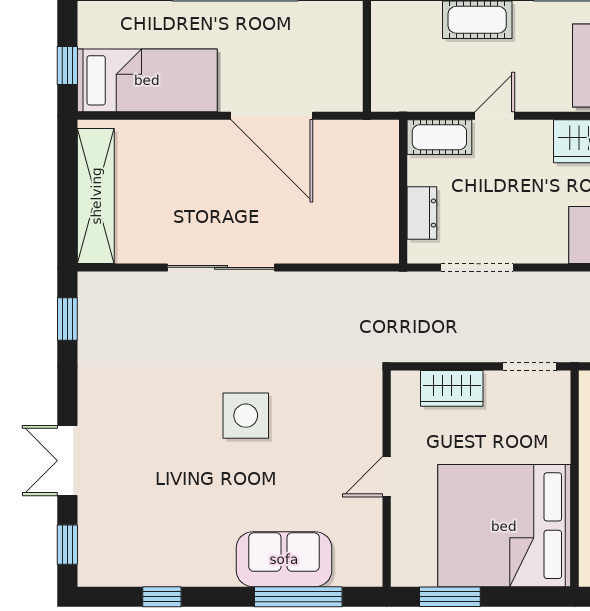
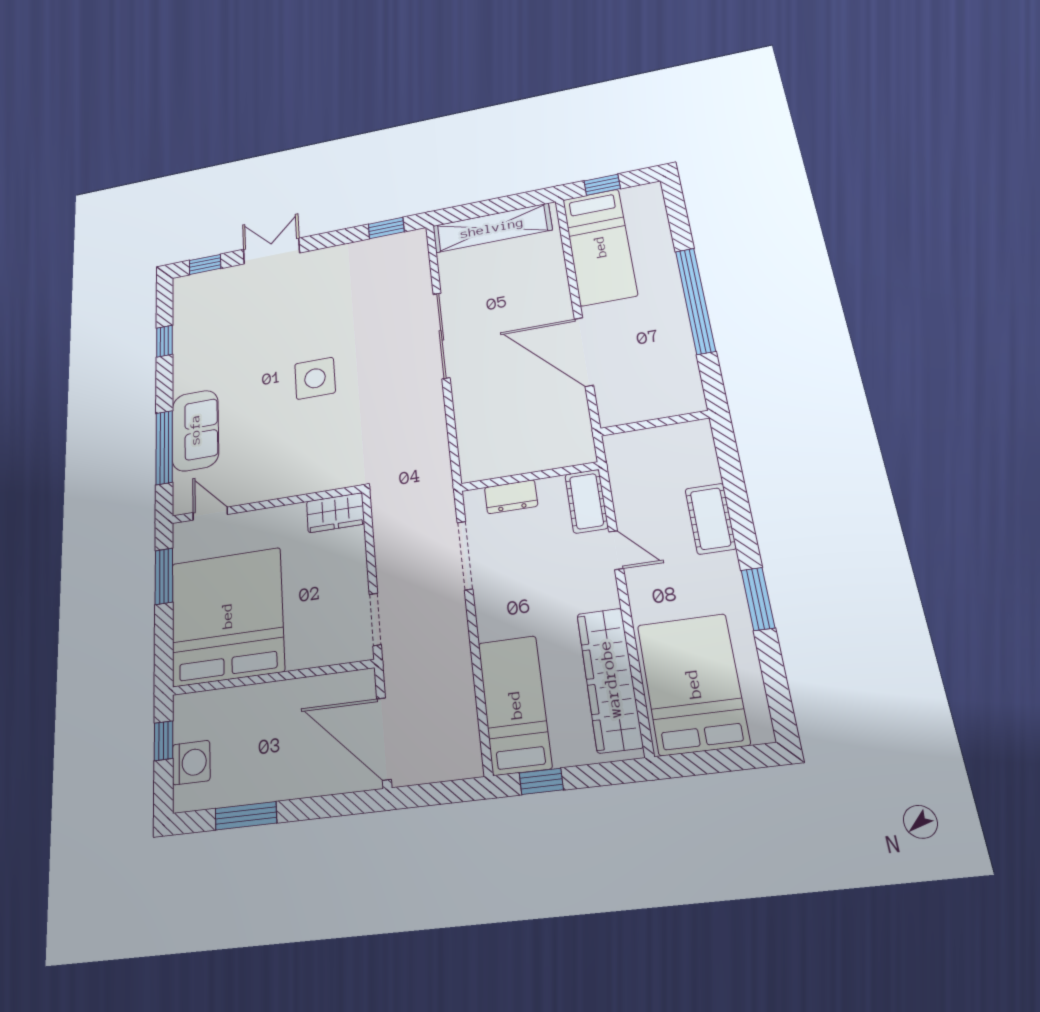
door: (272, 116) -> (584, 352), hinge flipped
wardrobe: (452, 388) -> (335, 513), moved, turned -90
door: (387, 477) -> (210, 514), moved

